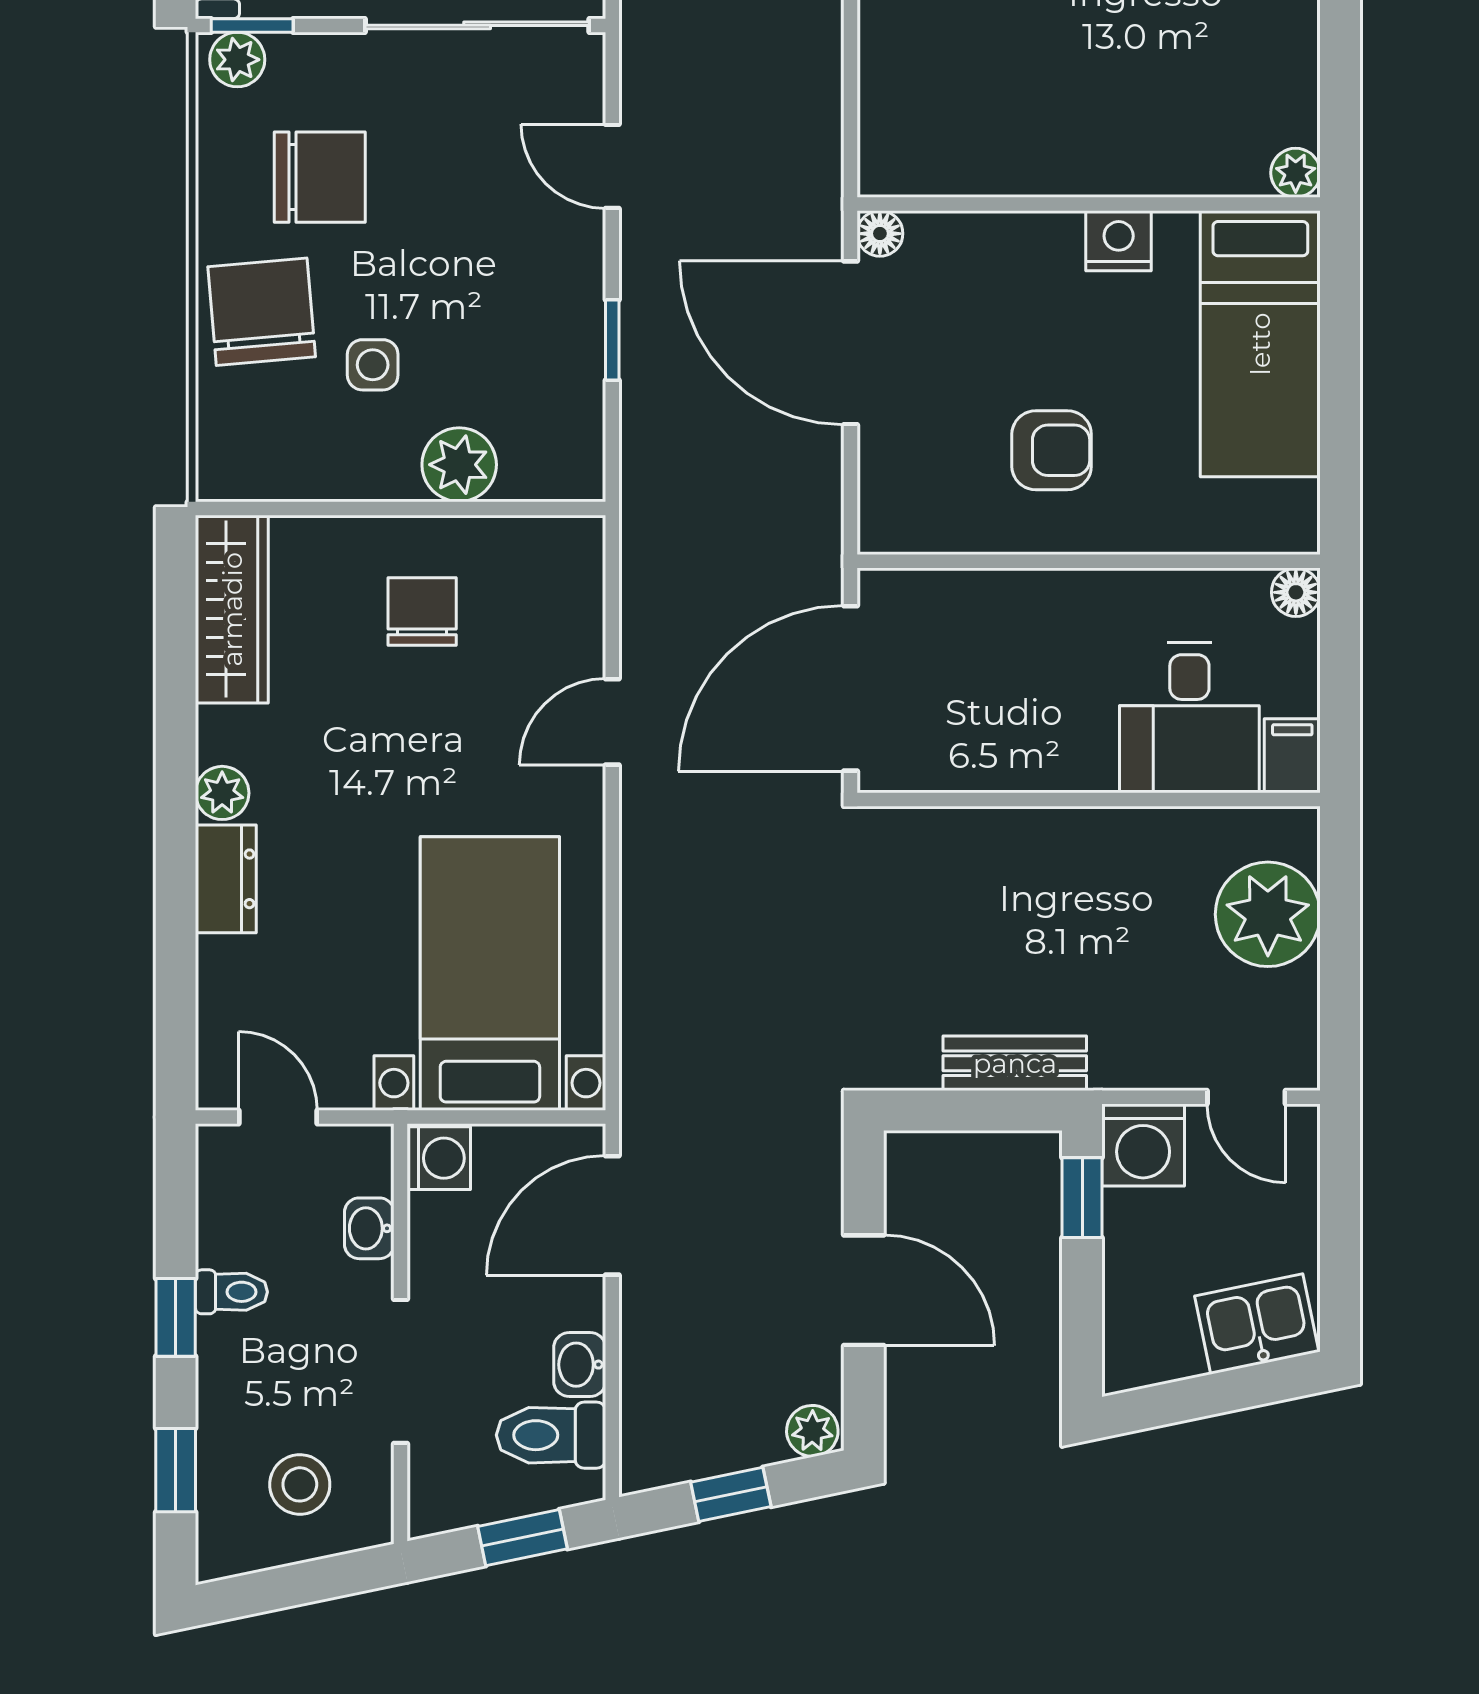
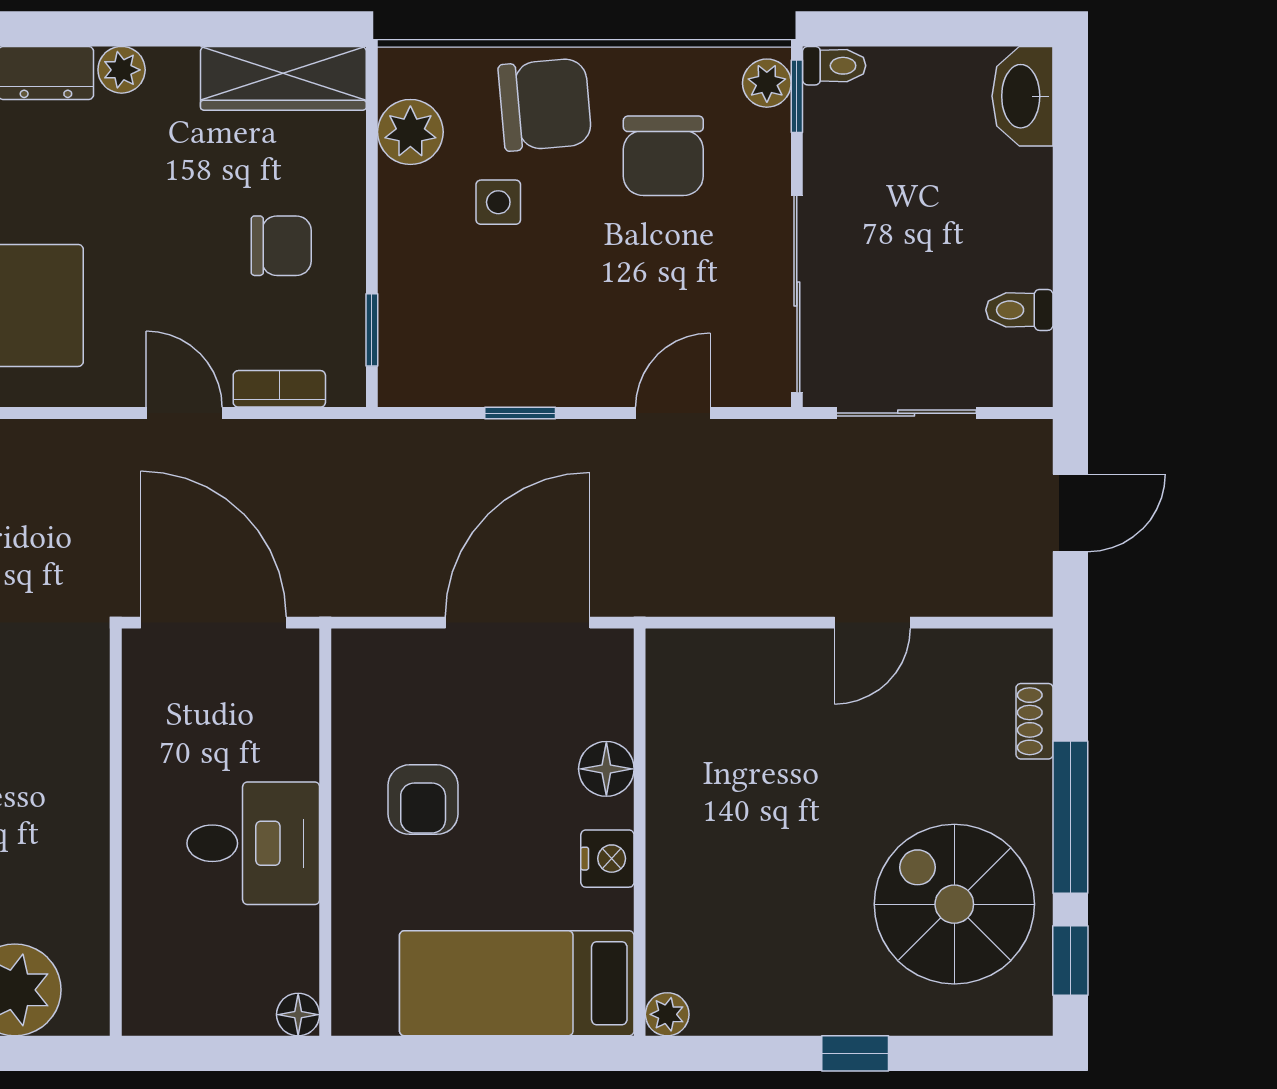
floor lamp: (880, 234) -> (606, 769), moved, width x1.37, depth x1.37
plant: (459, 465) -> (410, 132), moved
window: (518, 508) -> (372, 330), added
bookcase: (585, 614) -> (279, 389), added
desk: (1189, 718) -> (253, 843), moved, turned 180
filing cabinet: (1292, 756) -> (154, 1011), removed

